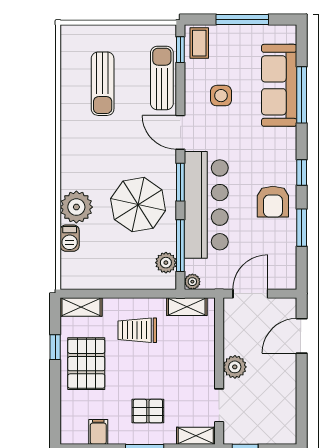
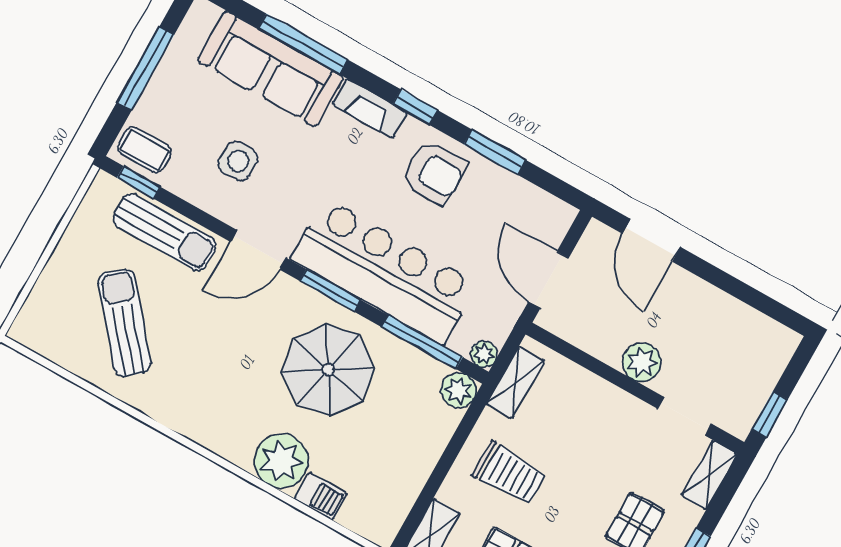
sun lounger: (162, 78) -> (165, 232), turned 180
sun lounger: (103, 84) -> (124, 323), turned -130
fireplace: (288, 149) -> (370, 109), added
plant: (166, 263) -> (459, 390), moved
trolley: (137, 330) -> (509, 473), turned -90

